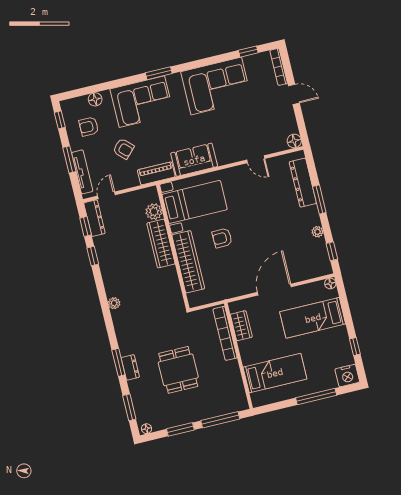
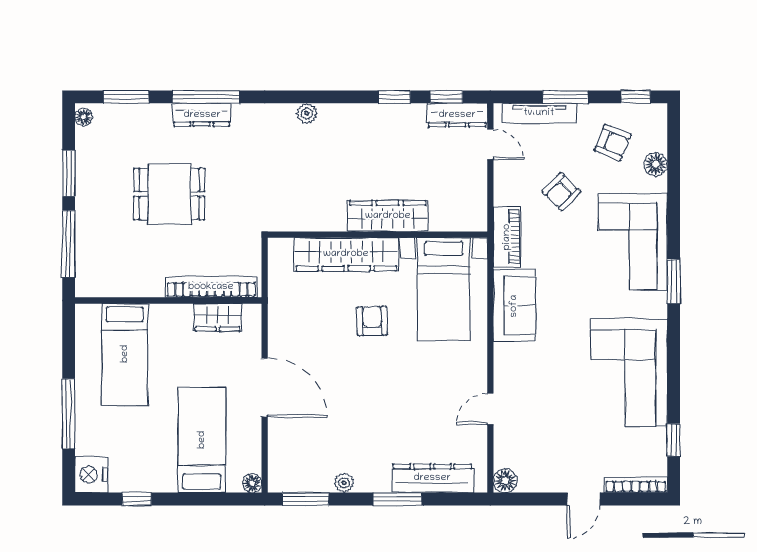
armchair: (89, 127) -> (613, 143), turned 112
plant: (154, 212) -> (444, 217), removed
window: (332, 251) -> (305, 499), width x1.50
window: (118, 362) -> (206, 97), width x1.44
dresser: (130, 367) -> (202, 115), width x1.44

